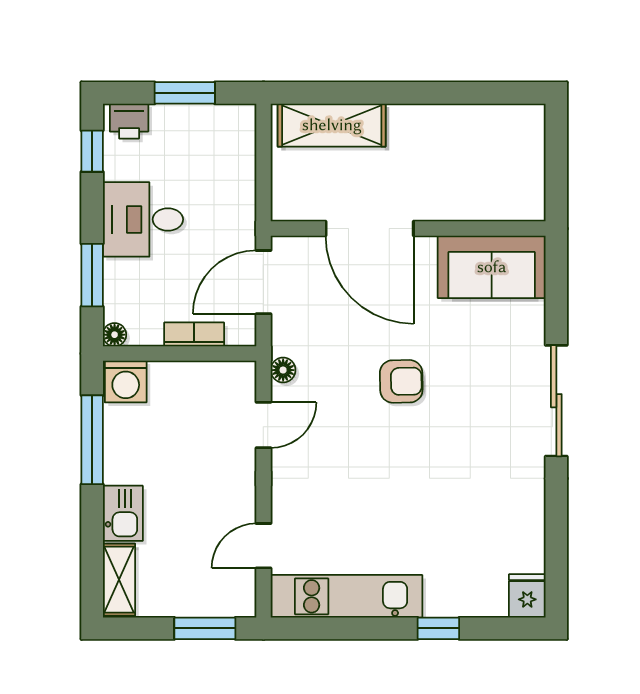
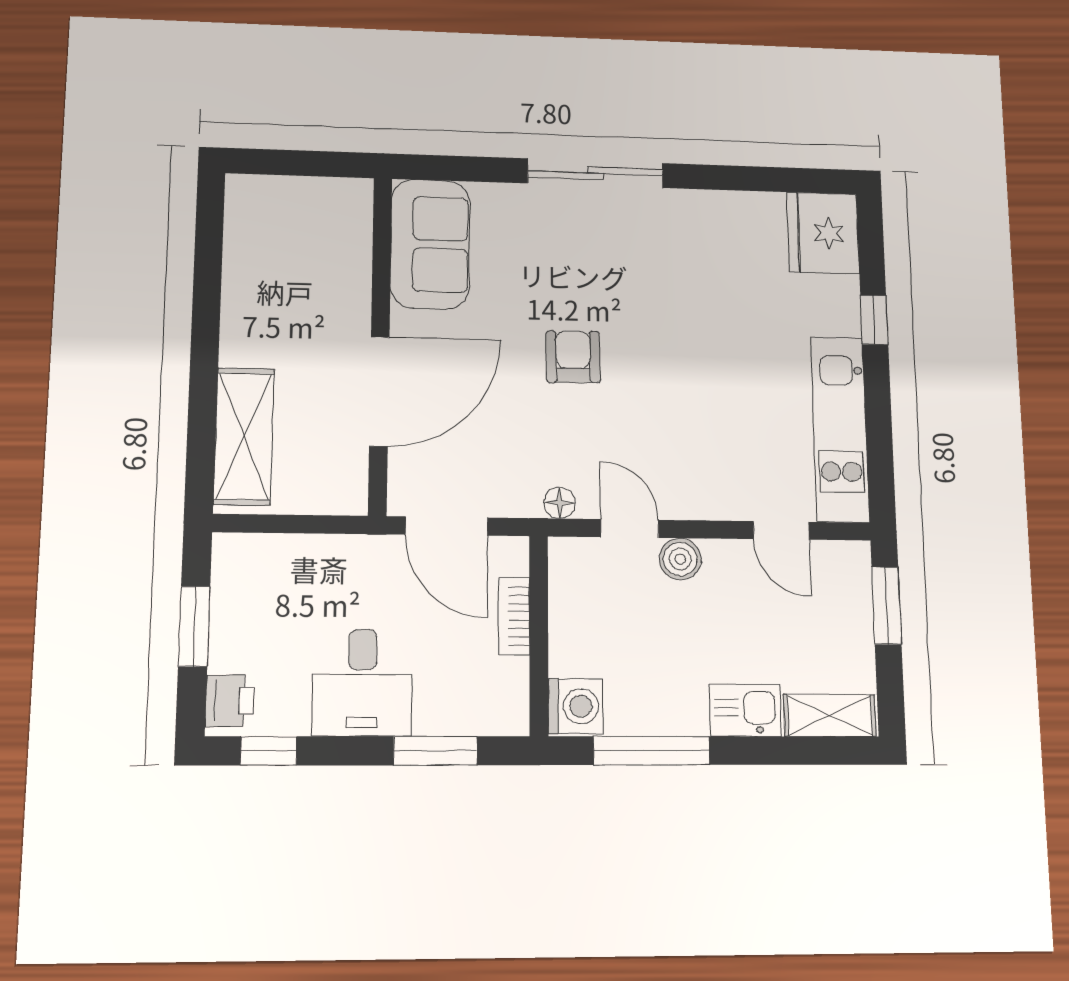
floor lamp: (115, 335) -> (514, 721), removed
boiler: (240, 465) -> (680, 559), added
fridge: (527, 596) -> (823, 233), width x1.88, depth x1.34

